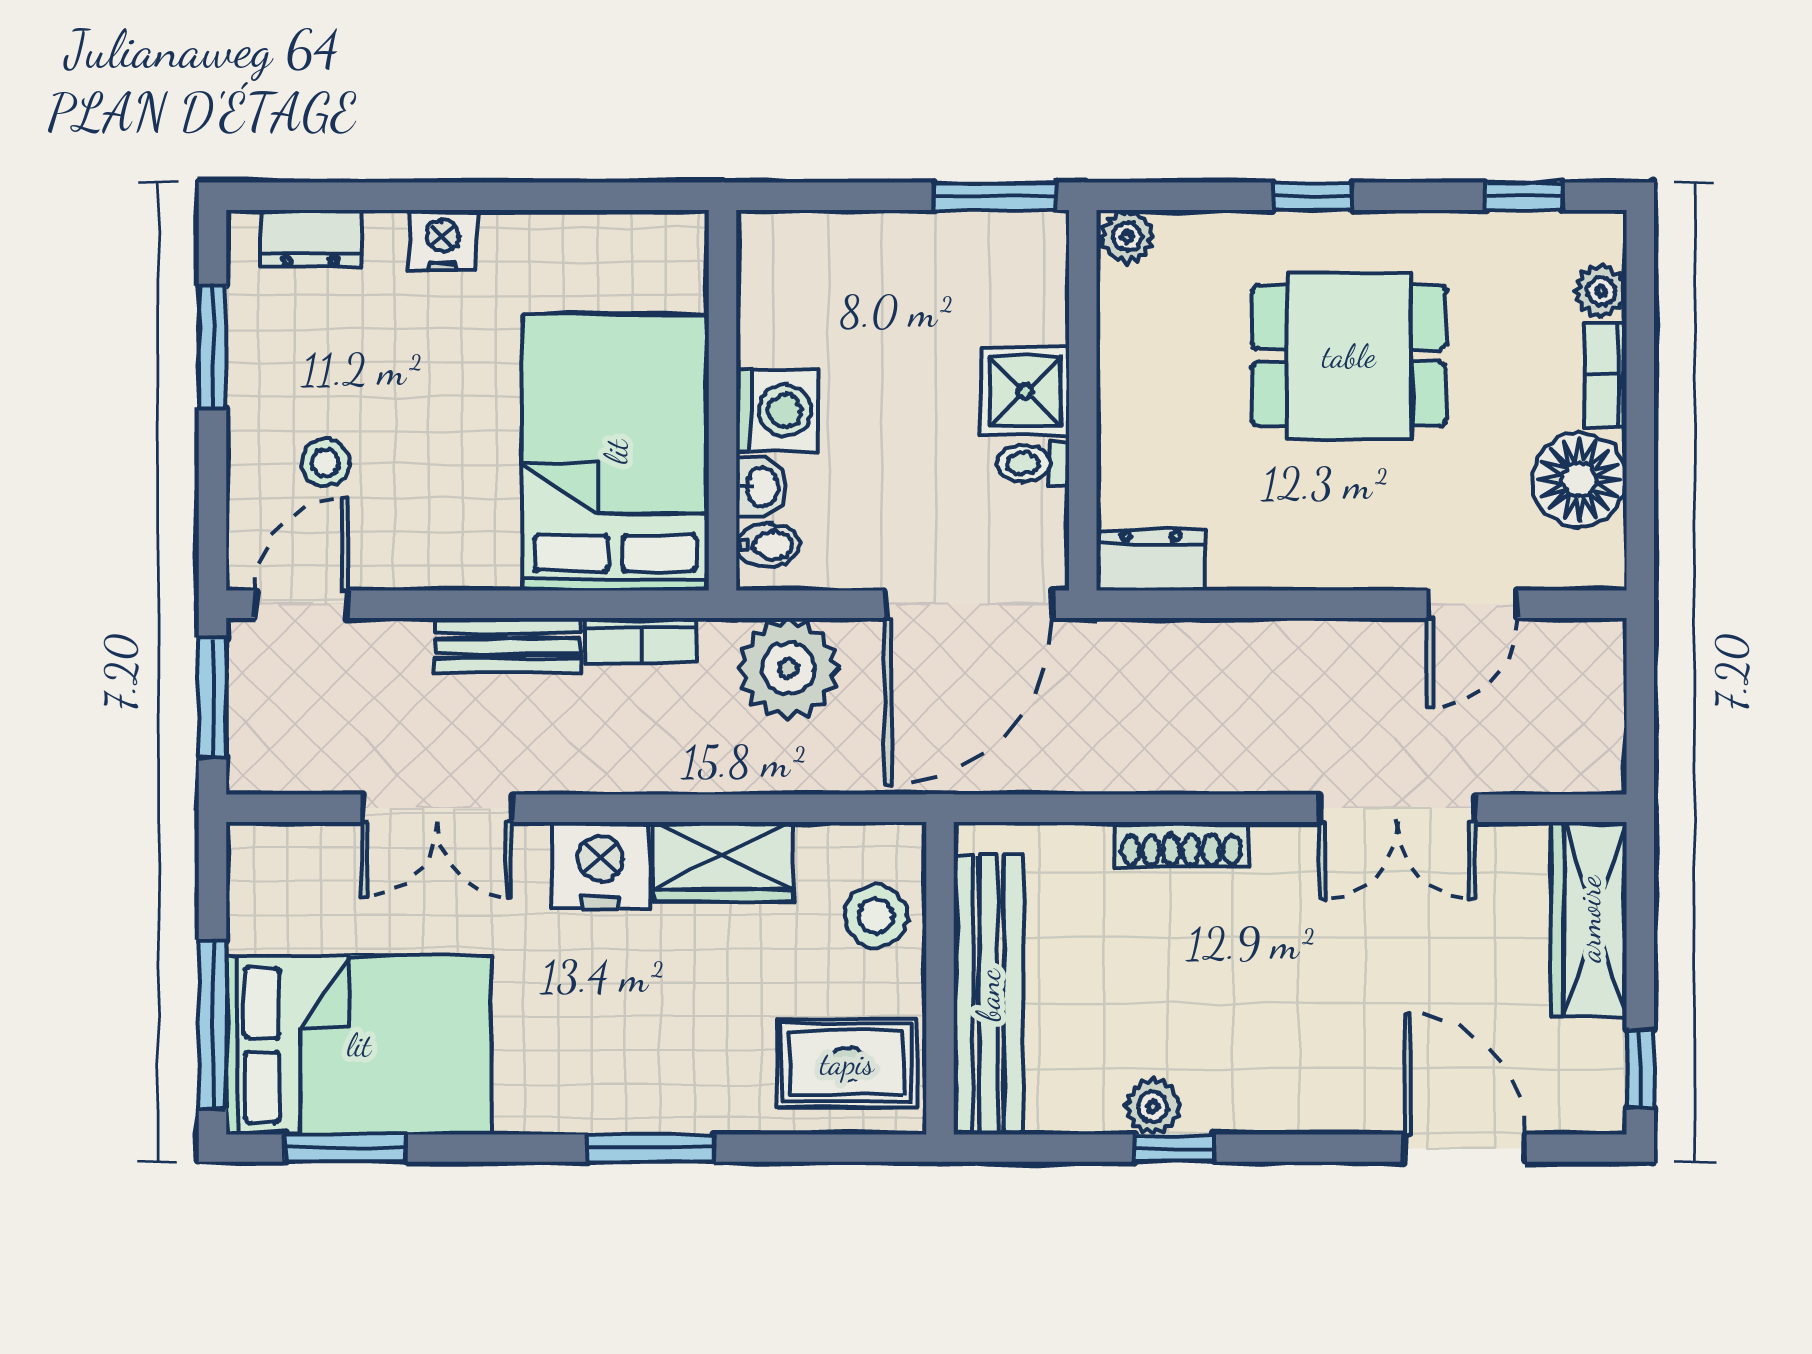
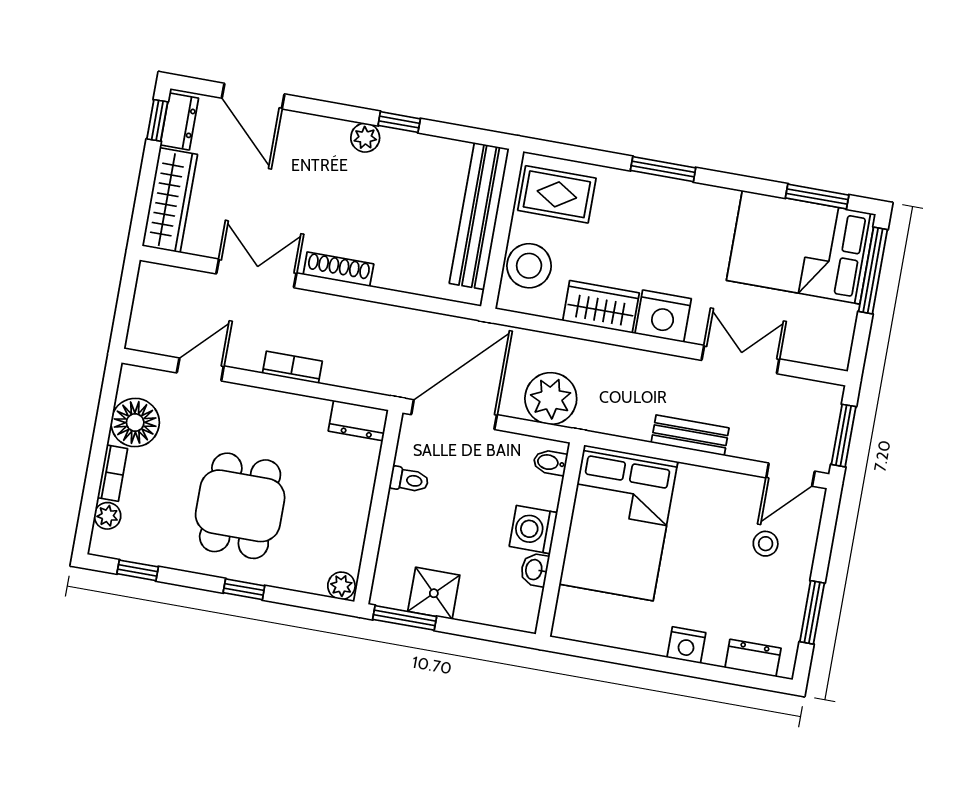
dining table: (1349, 356) -> (240, 506), turned 90
shower: (1025, 392) -> (434, 593), moved
washbasin: (761, 487) -> (535, 570), moved
bookcase: (641, 640) -> (292, 367), moved
shoe rack: (1181, 844) -> (338, 269), moved
stool: (876, 916) -> (529, 266), width x1.38, depth x1.38
dresser: (1598, 1074) -> (179, 121), added
plant: (1153, 1106) -> (365, 138), moved

